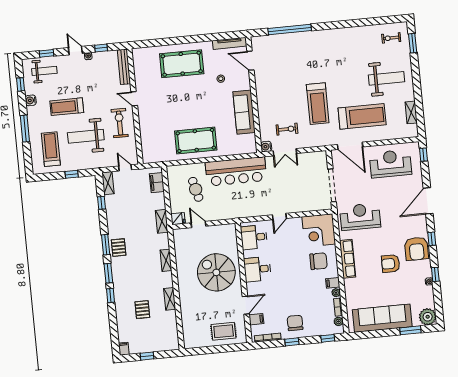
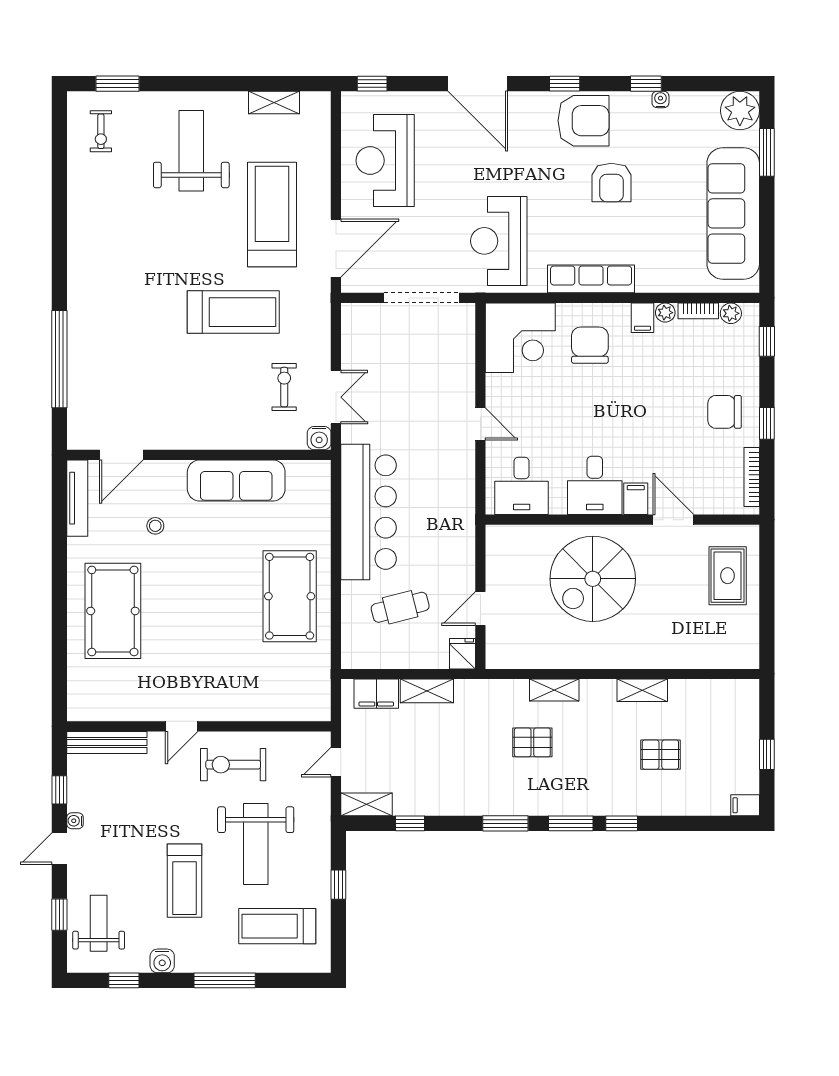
shelving: (162, 221) -> (427, 691), moved
pallet: (119, 248) -> (532, 742), moved
filing cabinet: (256, 319) -> (636, 499), moved

